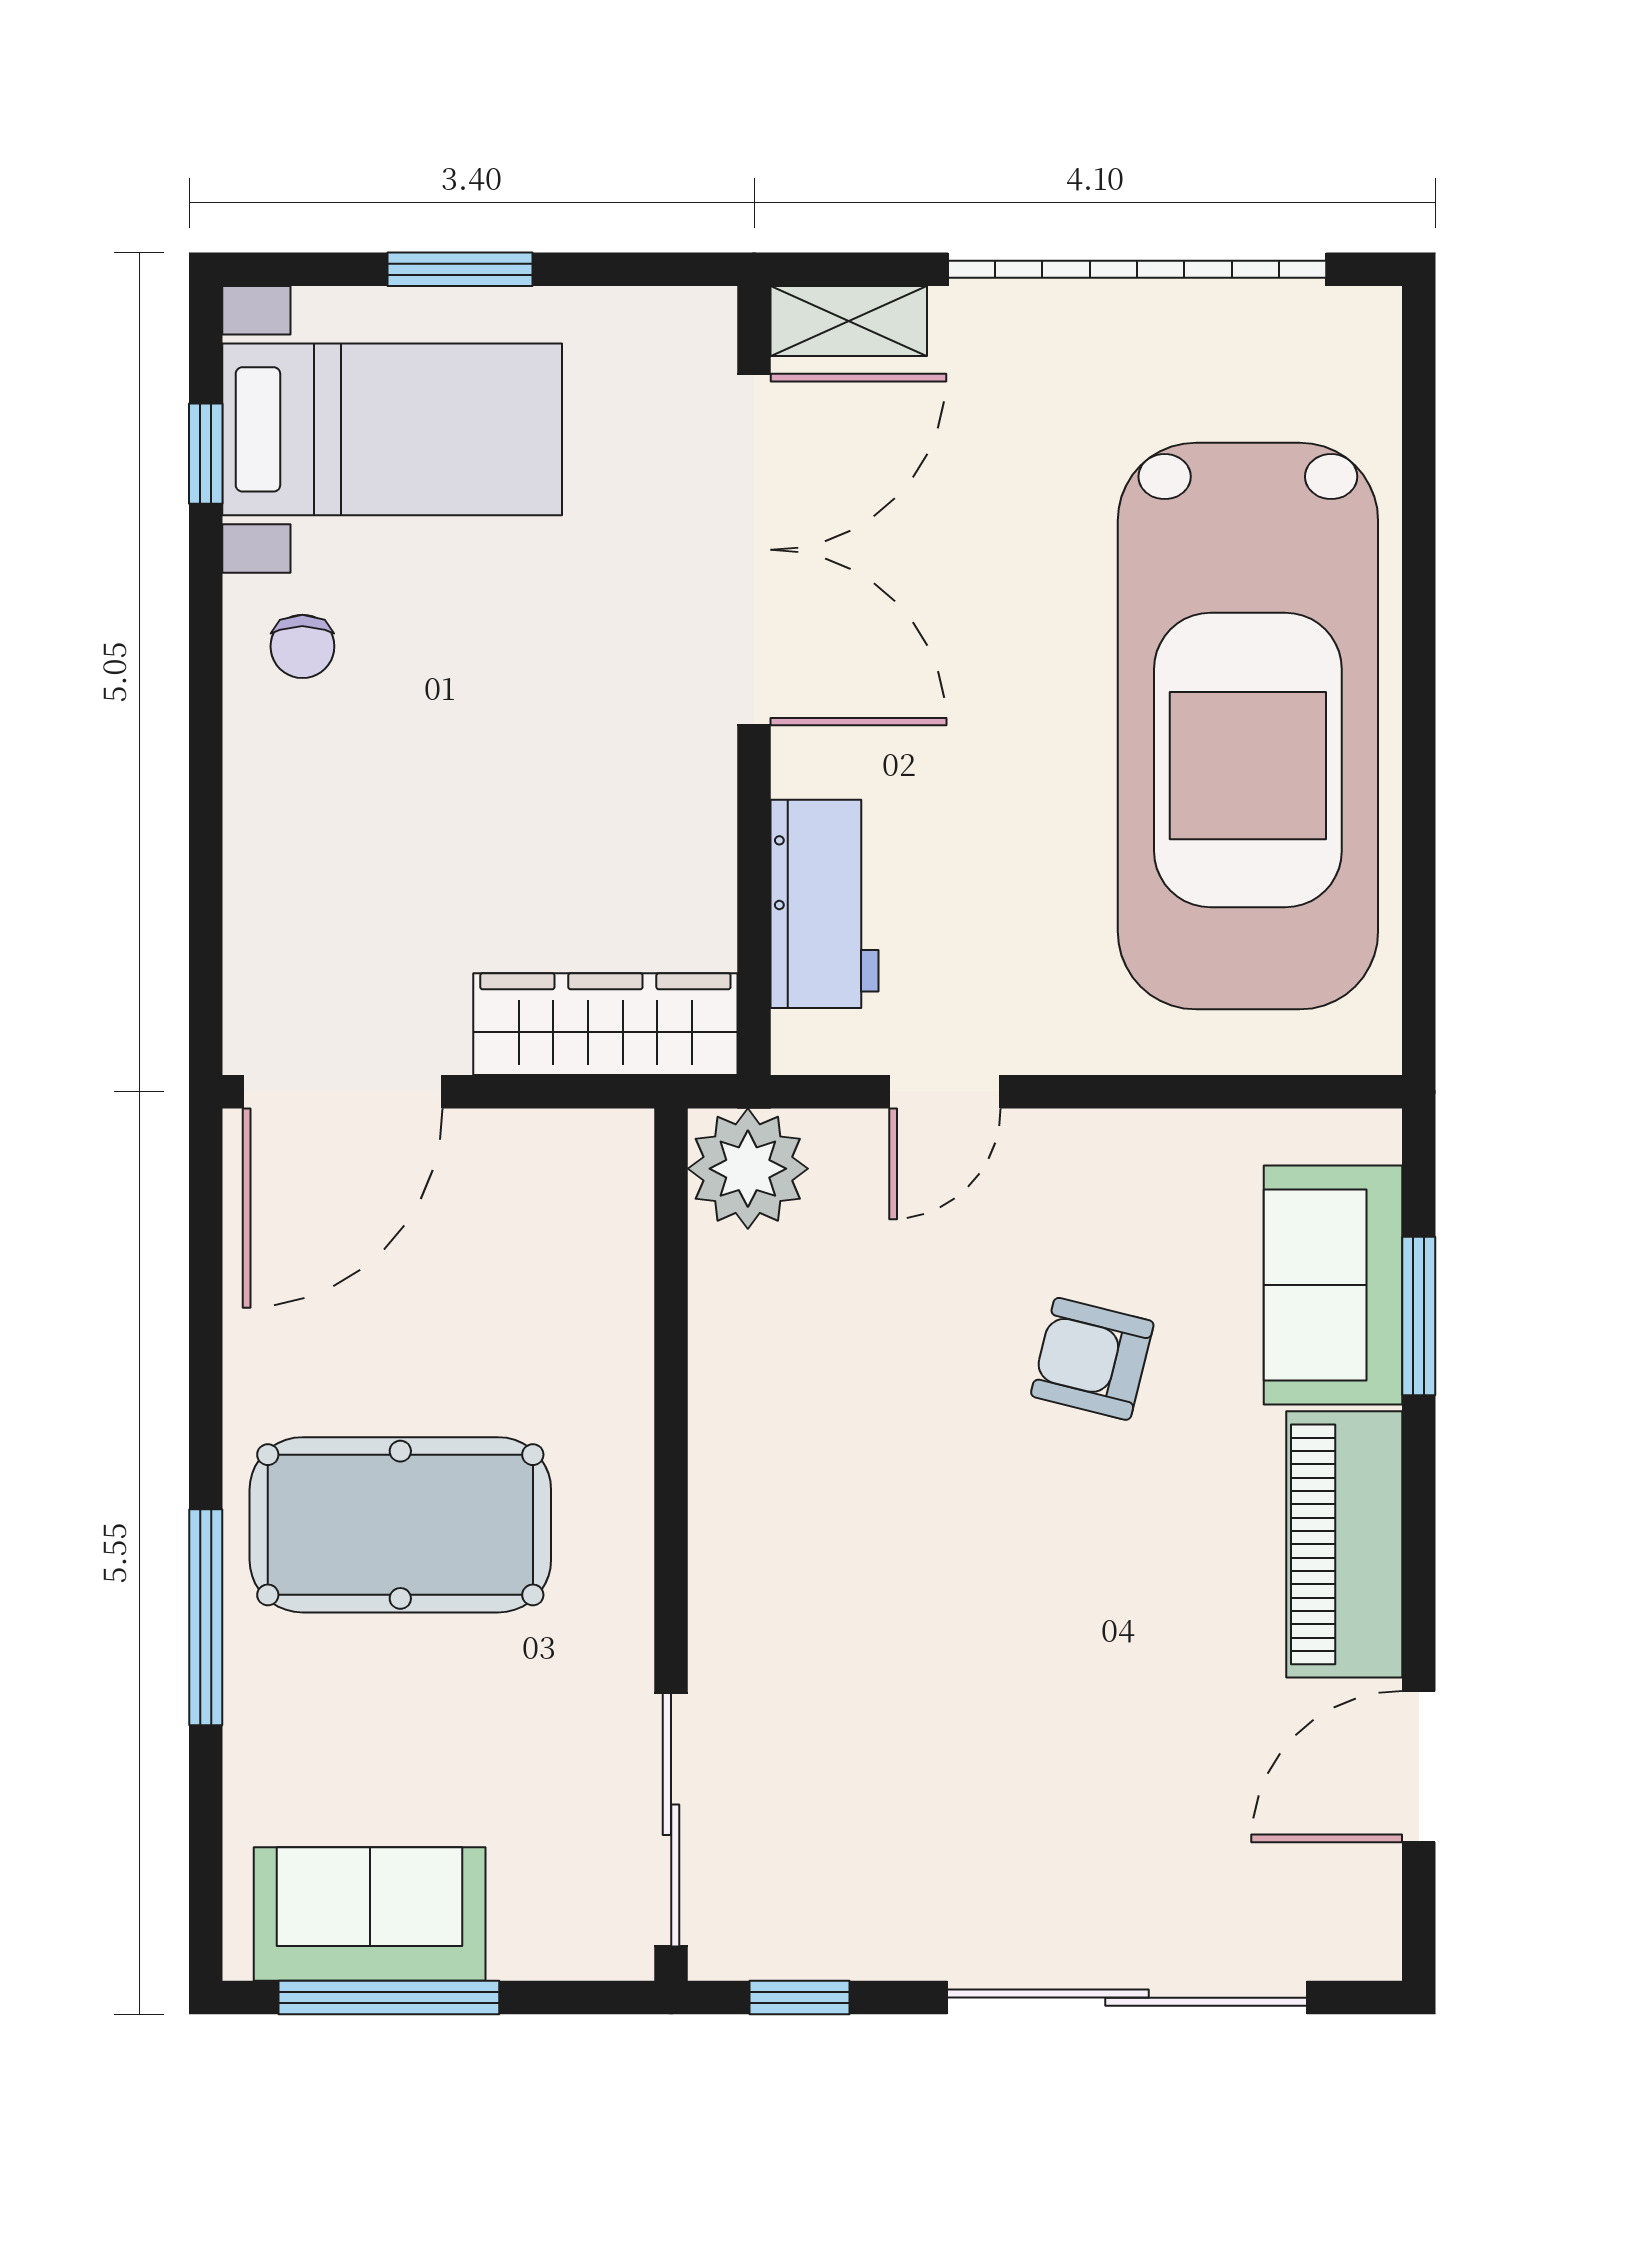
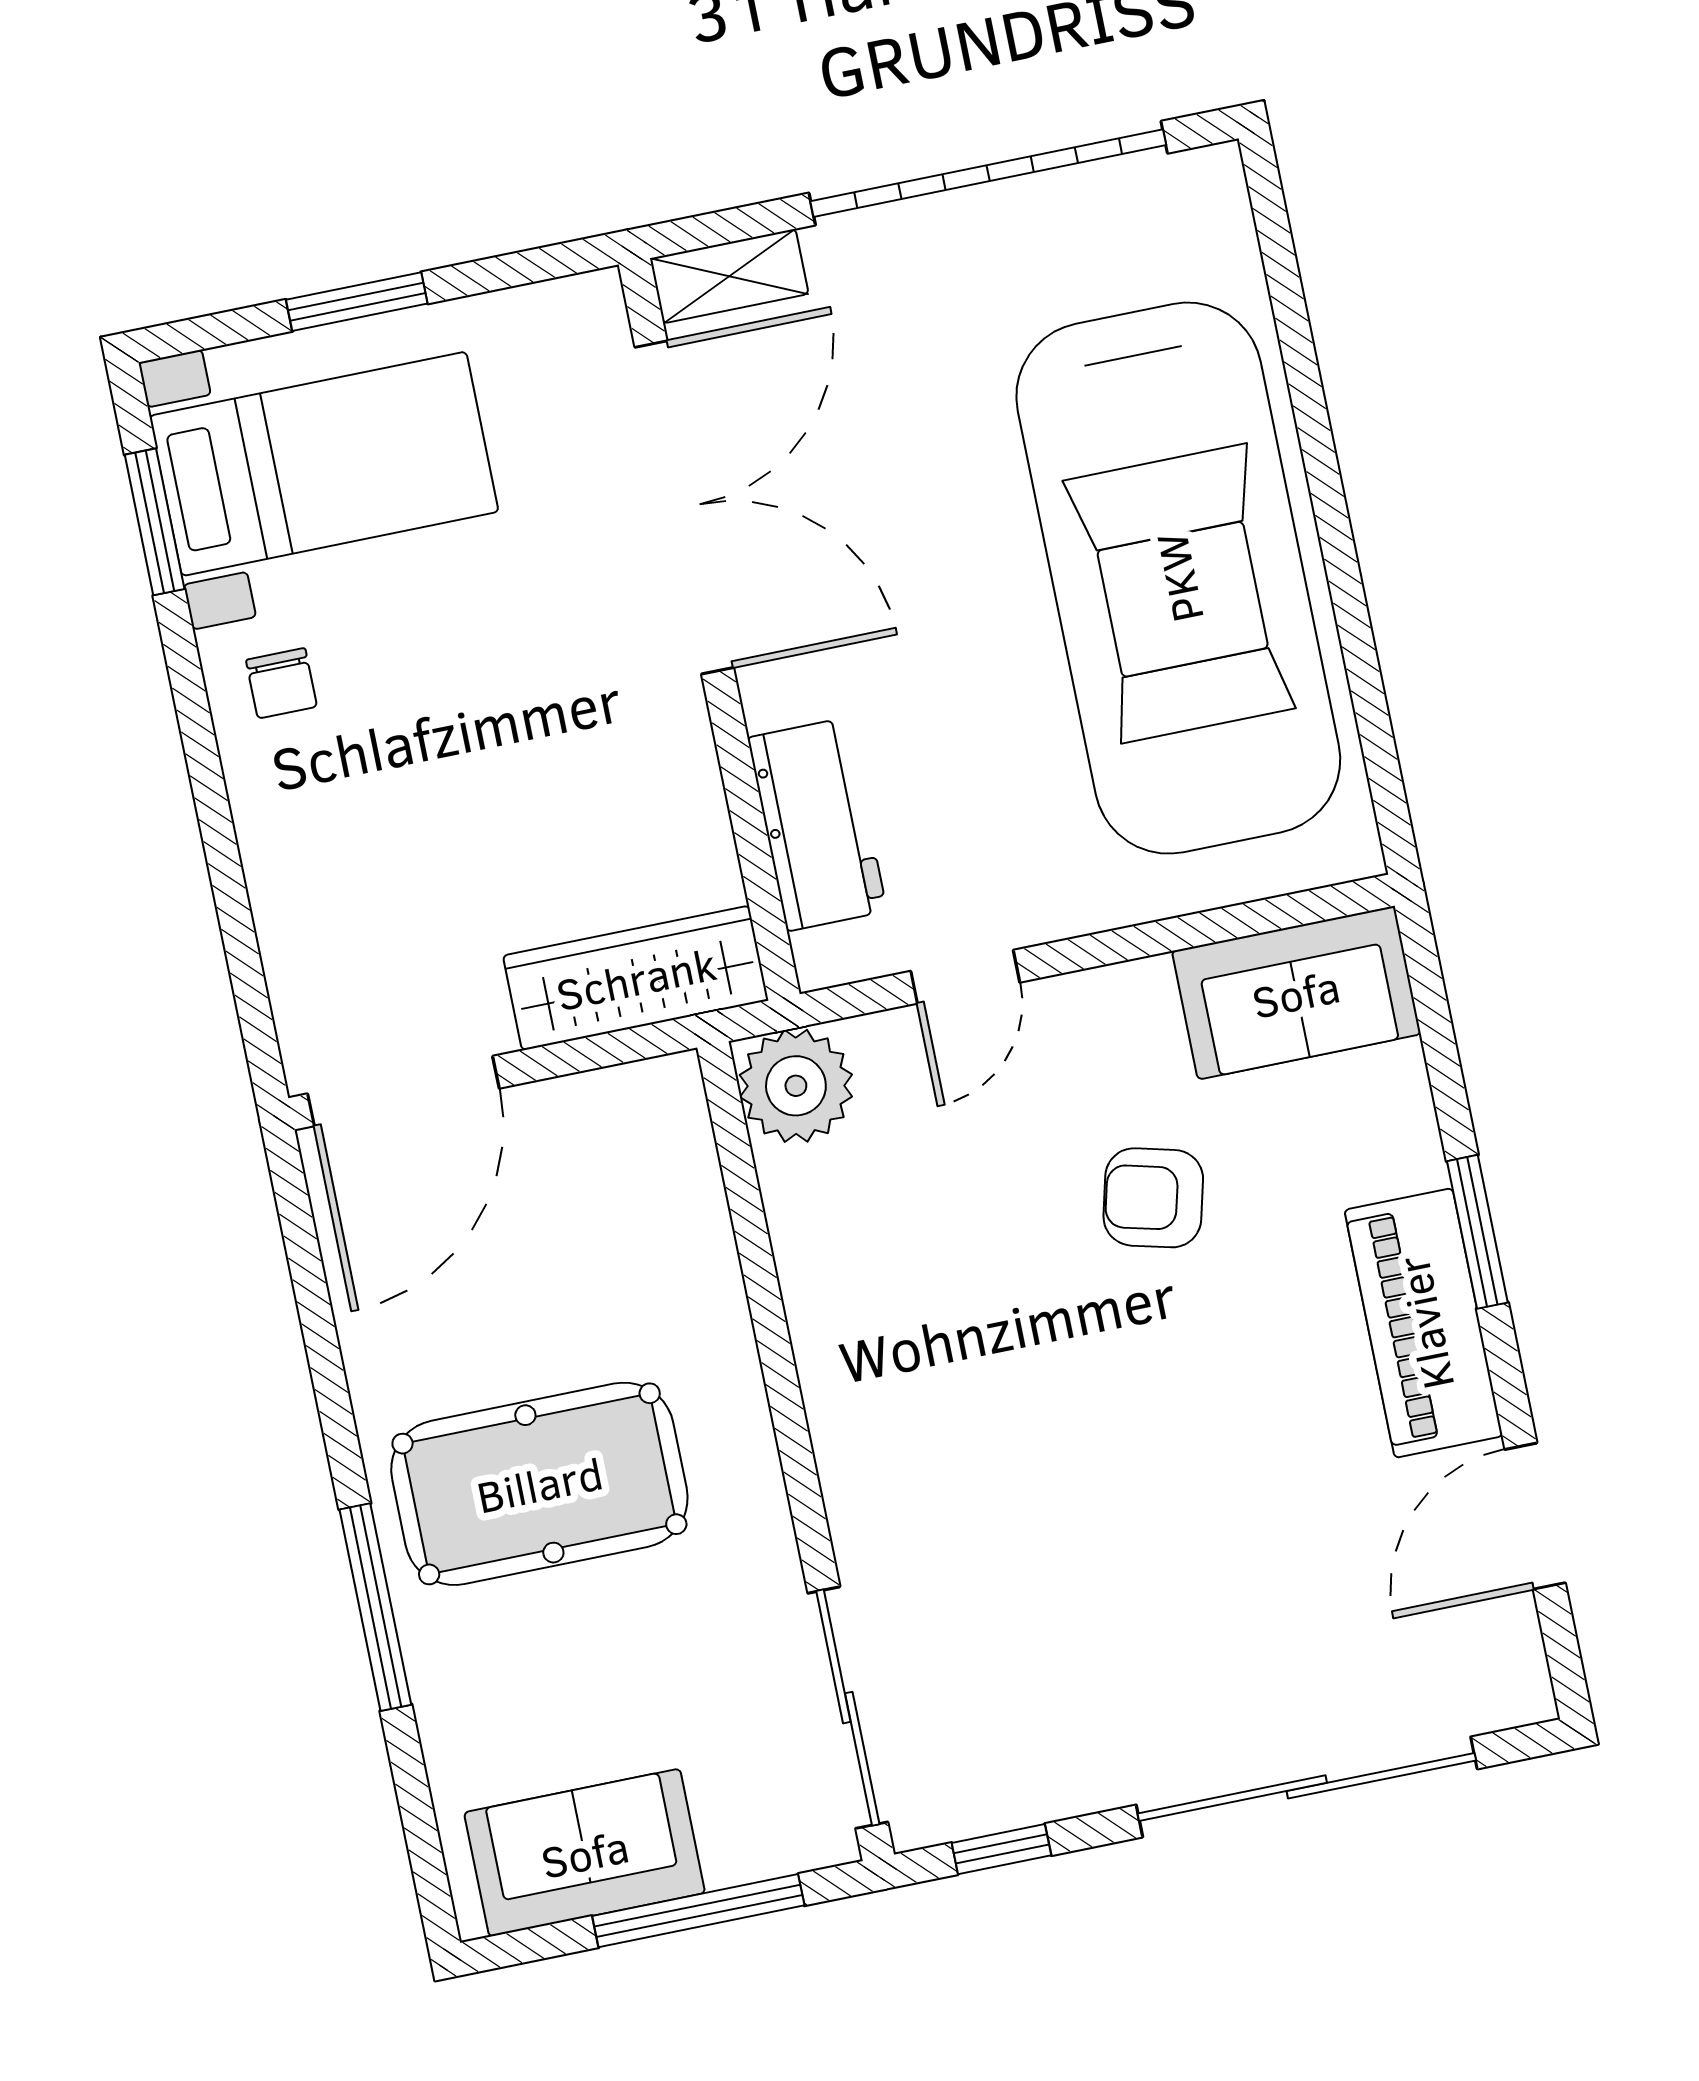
window: (206, 454) -> (155, 522), width x1.50
sofa: (1333, 1285) -> (1296, 993), moved, turned -90
window: (1419, 1316) -> (1477, 1232), moved
window: (389, 1998) -> (698, 1911), moved

